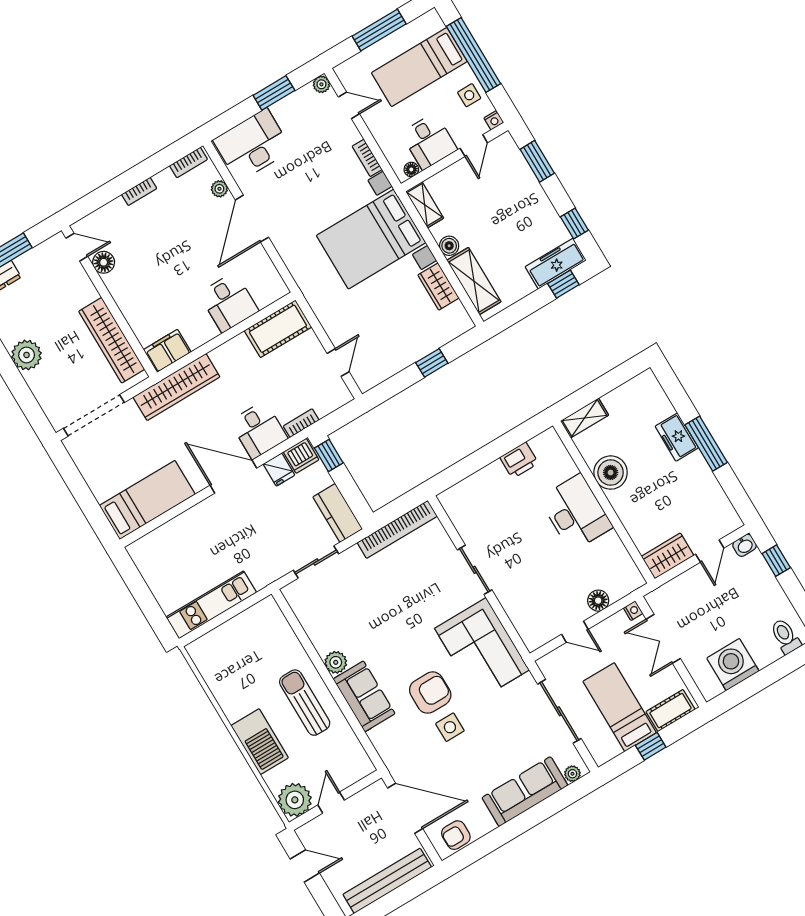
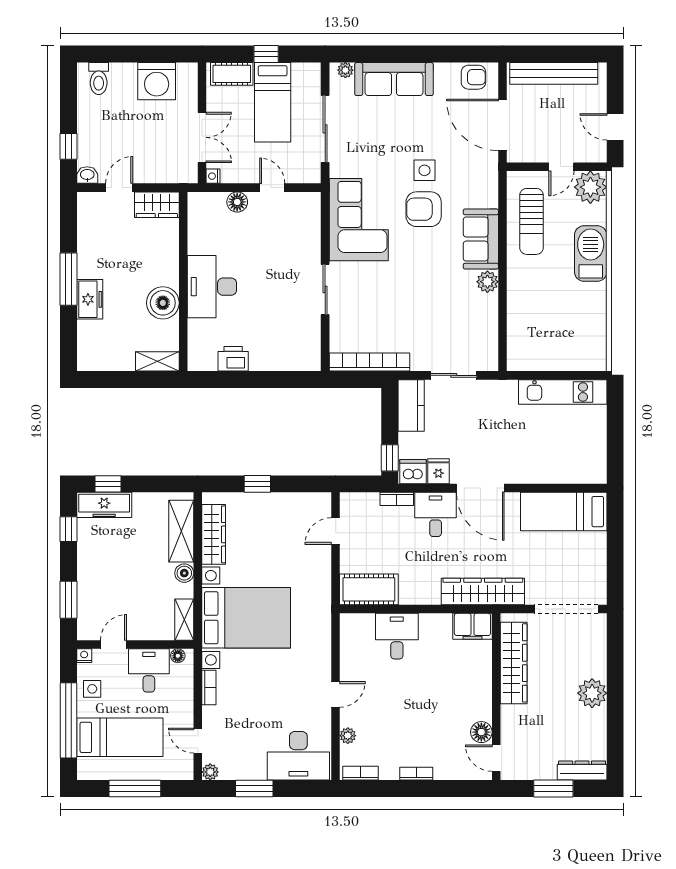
door: (252, 219) -> (336, 694), width x0.53
wardrobe: (438, 287) -> (214, 534), width x1.50
sun lounger: (305, 703) -> (531, 221), moved

